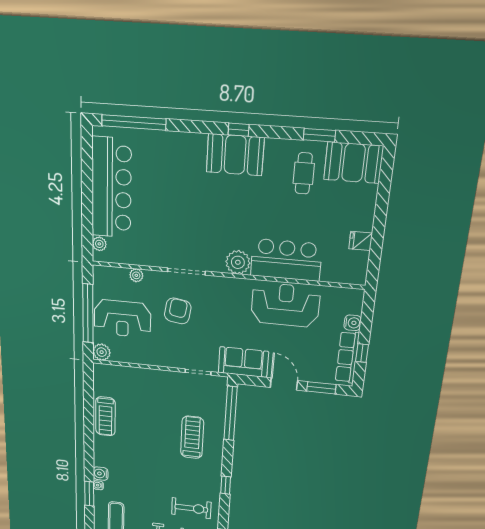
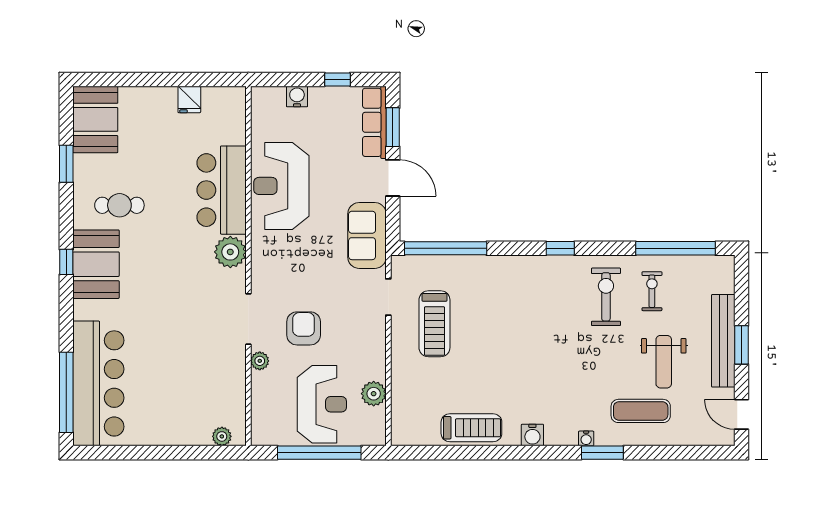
cafe table: (304, 173) -> (119, 205), moved
bar counter: (111, 188) -> (98, 383), moved, turned 90
plant: (136, 275) -> (260, 361), moved
armchair: (178, 311) -> (304, 328), turned 81
plant: (102, 352) -> (374, 394), moved
row of seats: (347, 357) -> (374, 122), moved, turned 90
door: (284, 384) -> (393, 178), swing flipped
treadmill: (192, 437) -> (434, 324), moved, turned -90
water cooler: (101, 474) -> (532, 435), moved

